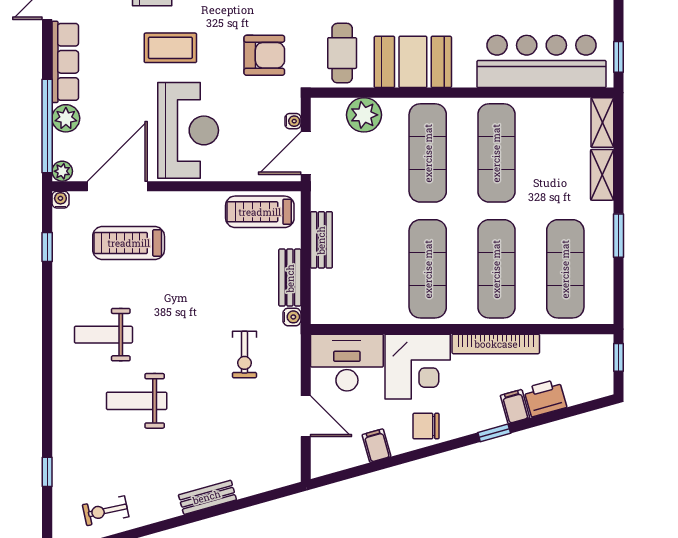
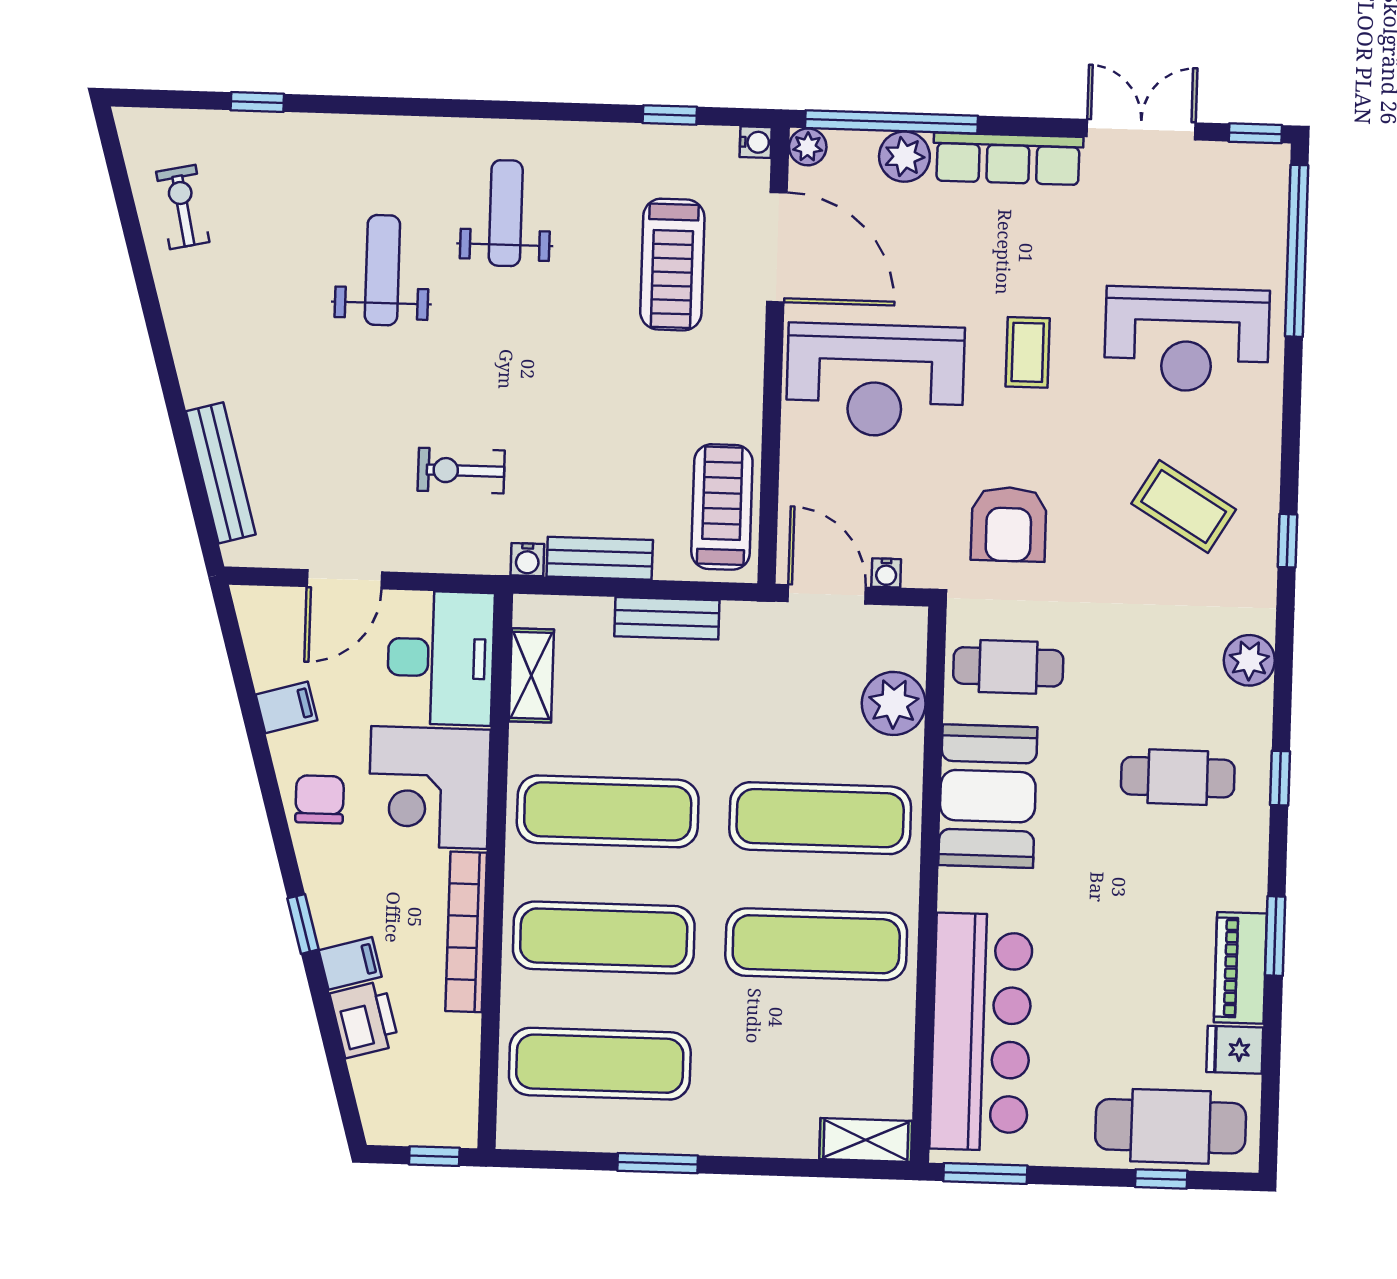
coffee table: (170, 48) -> (1028, 352), width x0.73, depth x0.77
window: (618, 57) -> (985, 1173), width x1.50
shelving: (602, 175) -> (531, 675), moved, turned 90
treadmill: (129, 243) -> (672, 265), turned 180
bench: (207, 497) -> (221, 473), moved, width x1.36

